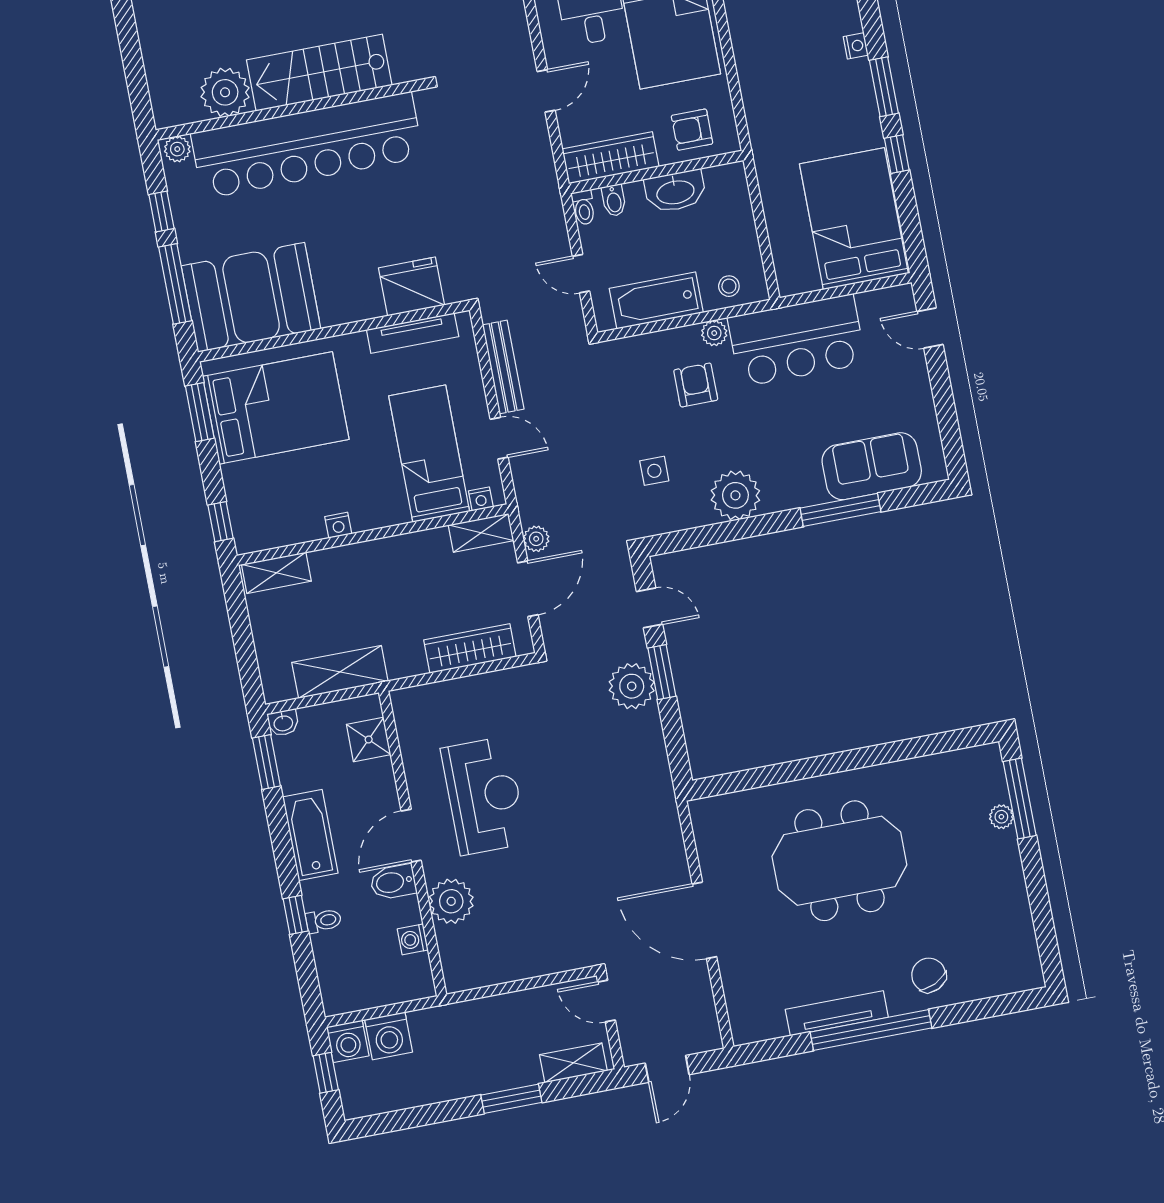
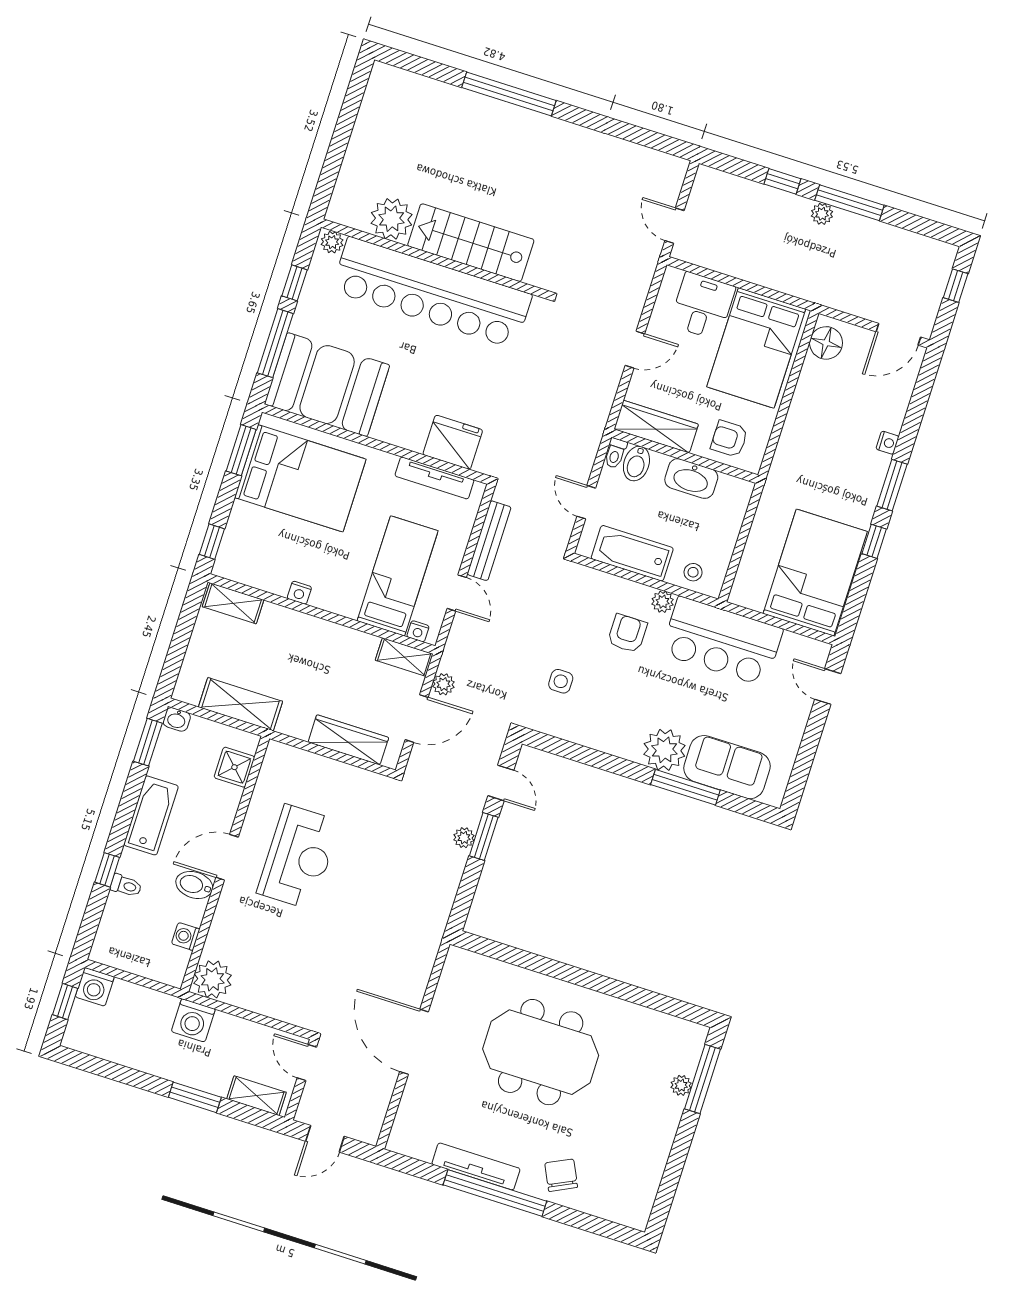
bidet: (614, 200) -> (636, 464), width x1.38, depth x1.36
plant: (735, 495) -> (664, 750), moved
plant: (632, 686) -> (464, 838), width x0.53, depth x0.53
plant: (451, 901) -> (213, 979), moved
washing machine: (389, 1036) -> (193, 1020), moved

